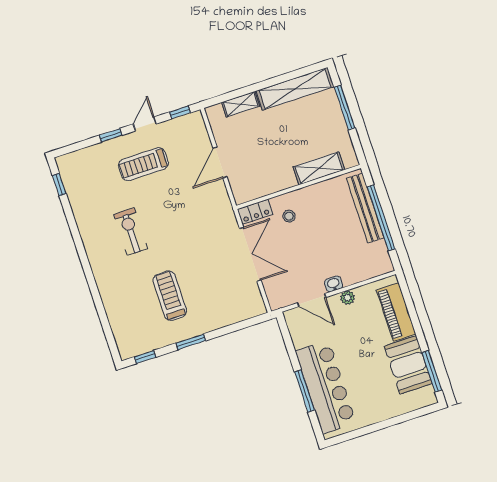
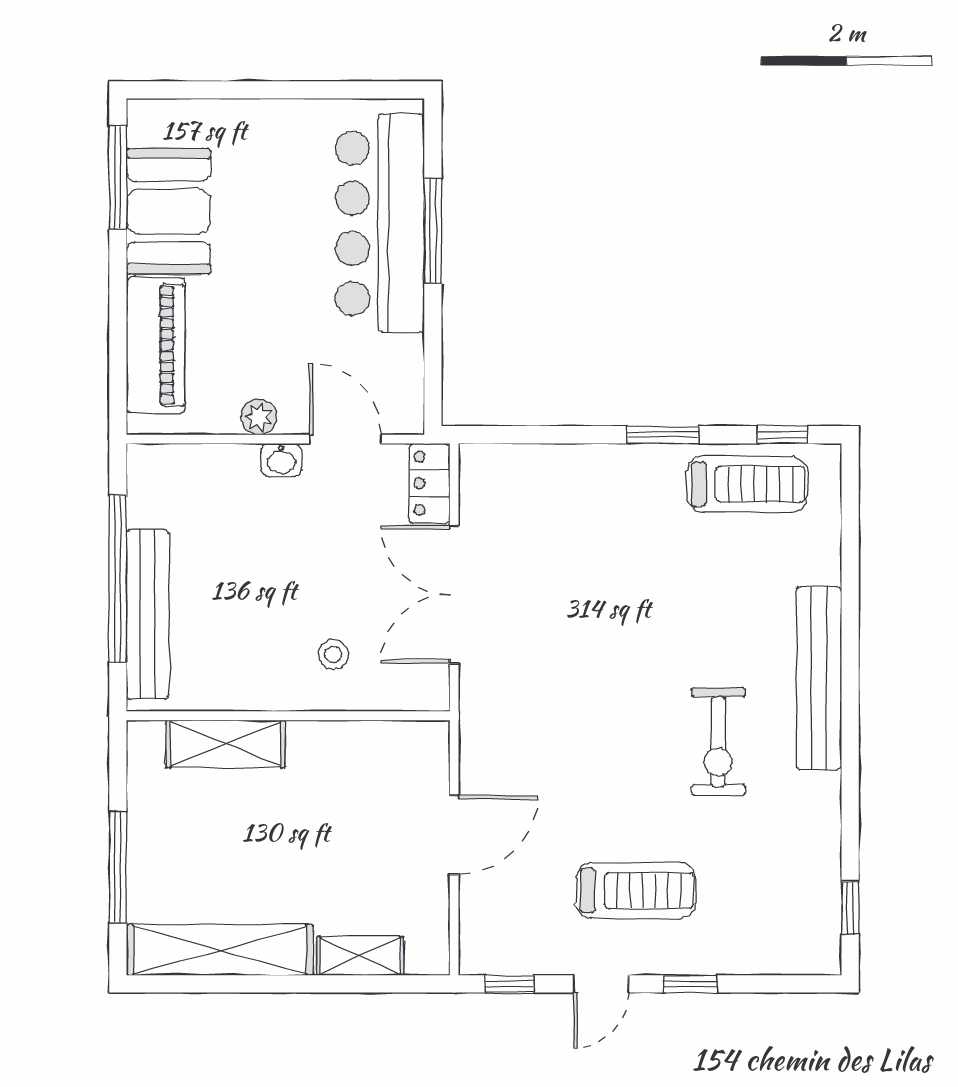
locker: (255, 212) -> (430, 483), moved, turned -90
bench: (100, 269) -> (819, 678), added
treadmill: (170, 296) -> (747, 484), moved, turned -90

